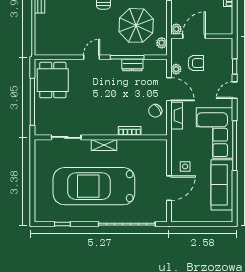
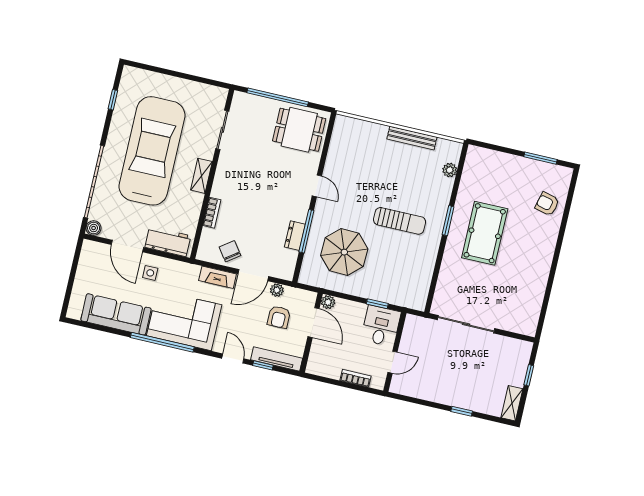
plant: (162, 43) -> (315, 279), removed
tv unit: (227, 57) -> (277, 359), added
workbench: (159, 159) -> (168, 242), added
boiler: (161, 216) -> (94, 228), added

